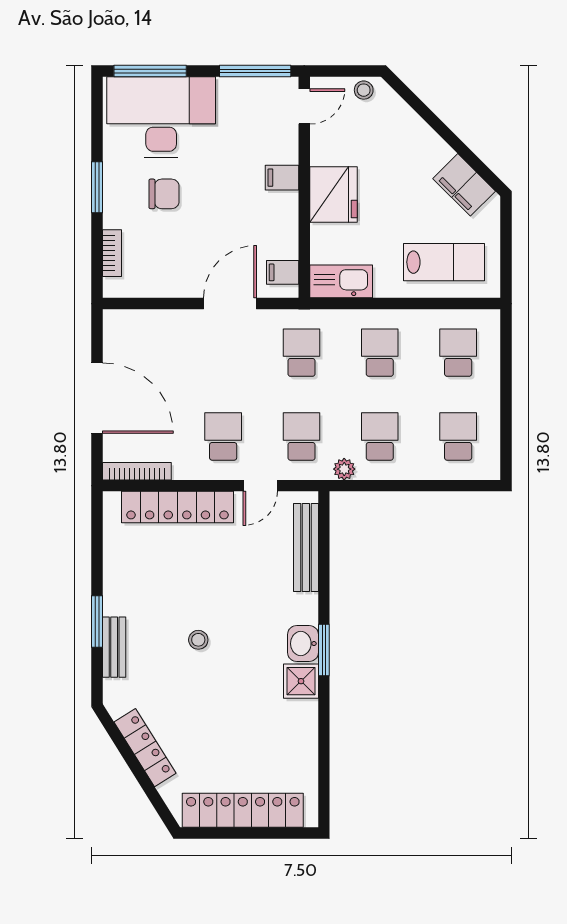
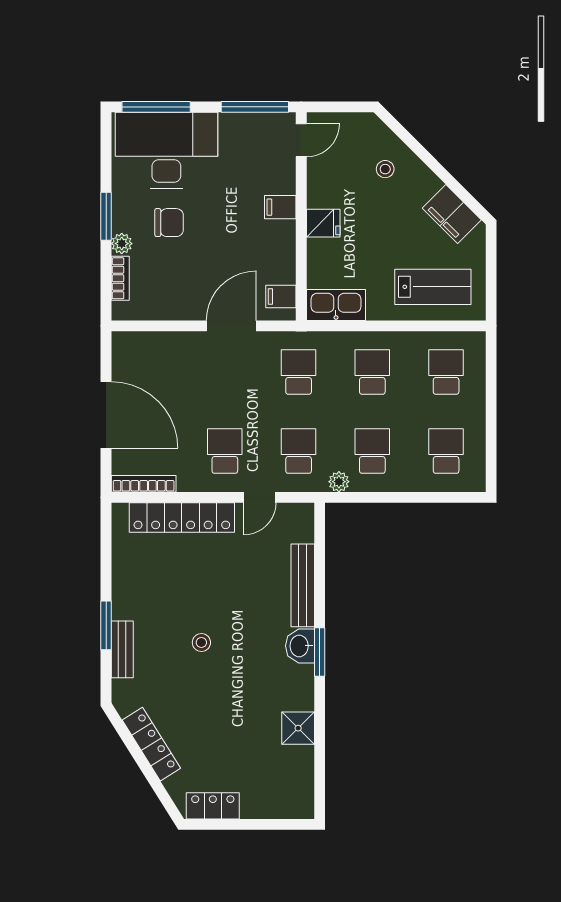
stool: (364, 90) -> (385, 169), moved
fridge: (334, 195) -> (323, 223), width x0.53, depth x0.75
plant: (114, 216) -> (122, 244), added
bench: (306, 548) -> (303, 585), moved
shower: (301, 681) -> (298, 728), moved
locker: (243, 810) -> (213, 806), width x0.46, depth x0.83

